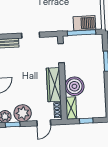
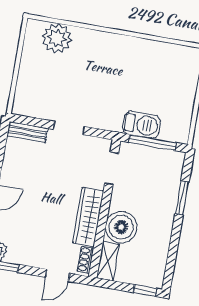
barbecue: (84, 23) -> (141, 125), moved
plant: (23, 113) -> (27, 252), removed
window: (86, 121) -> (145, 291), moved

